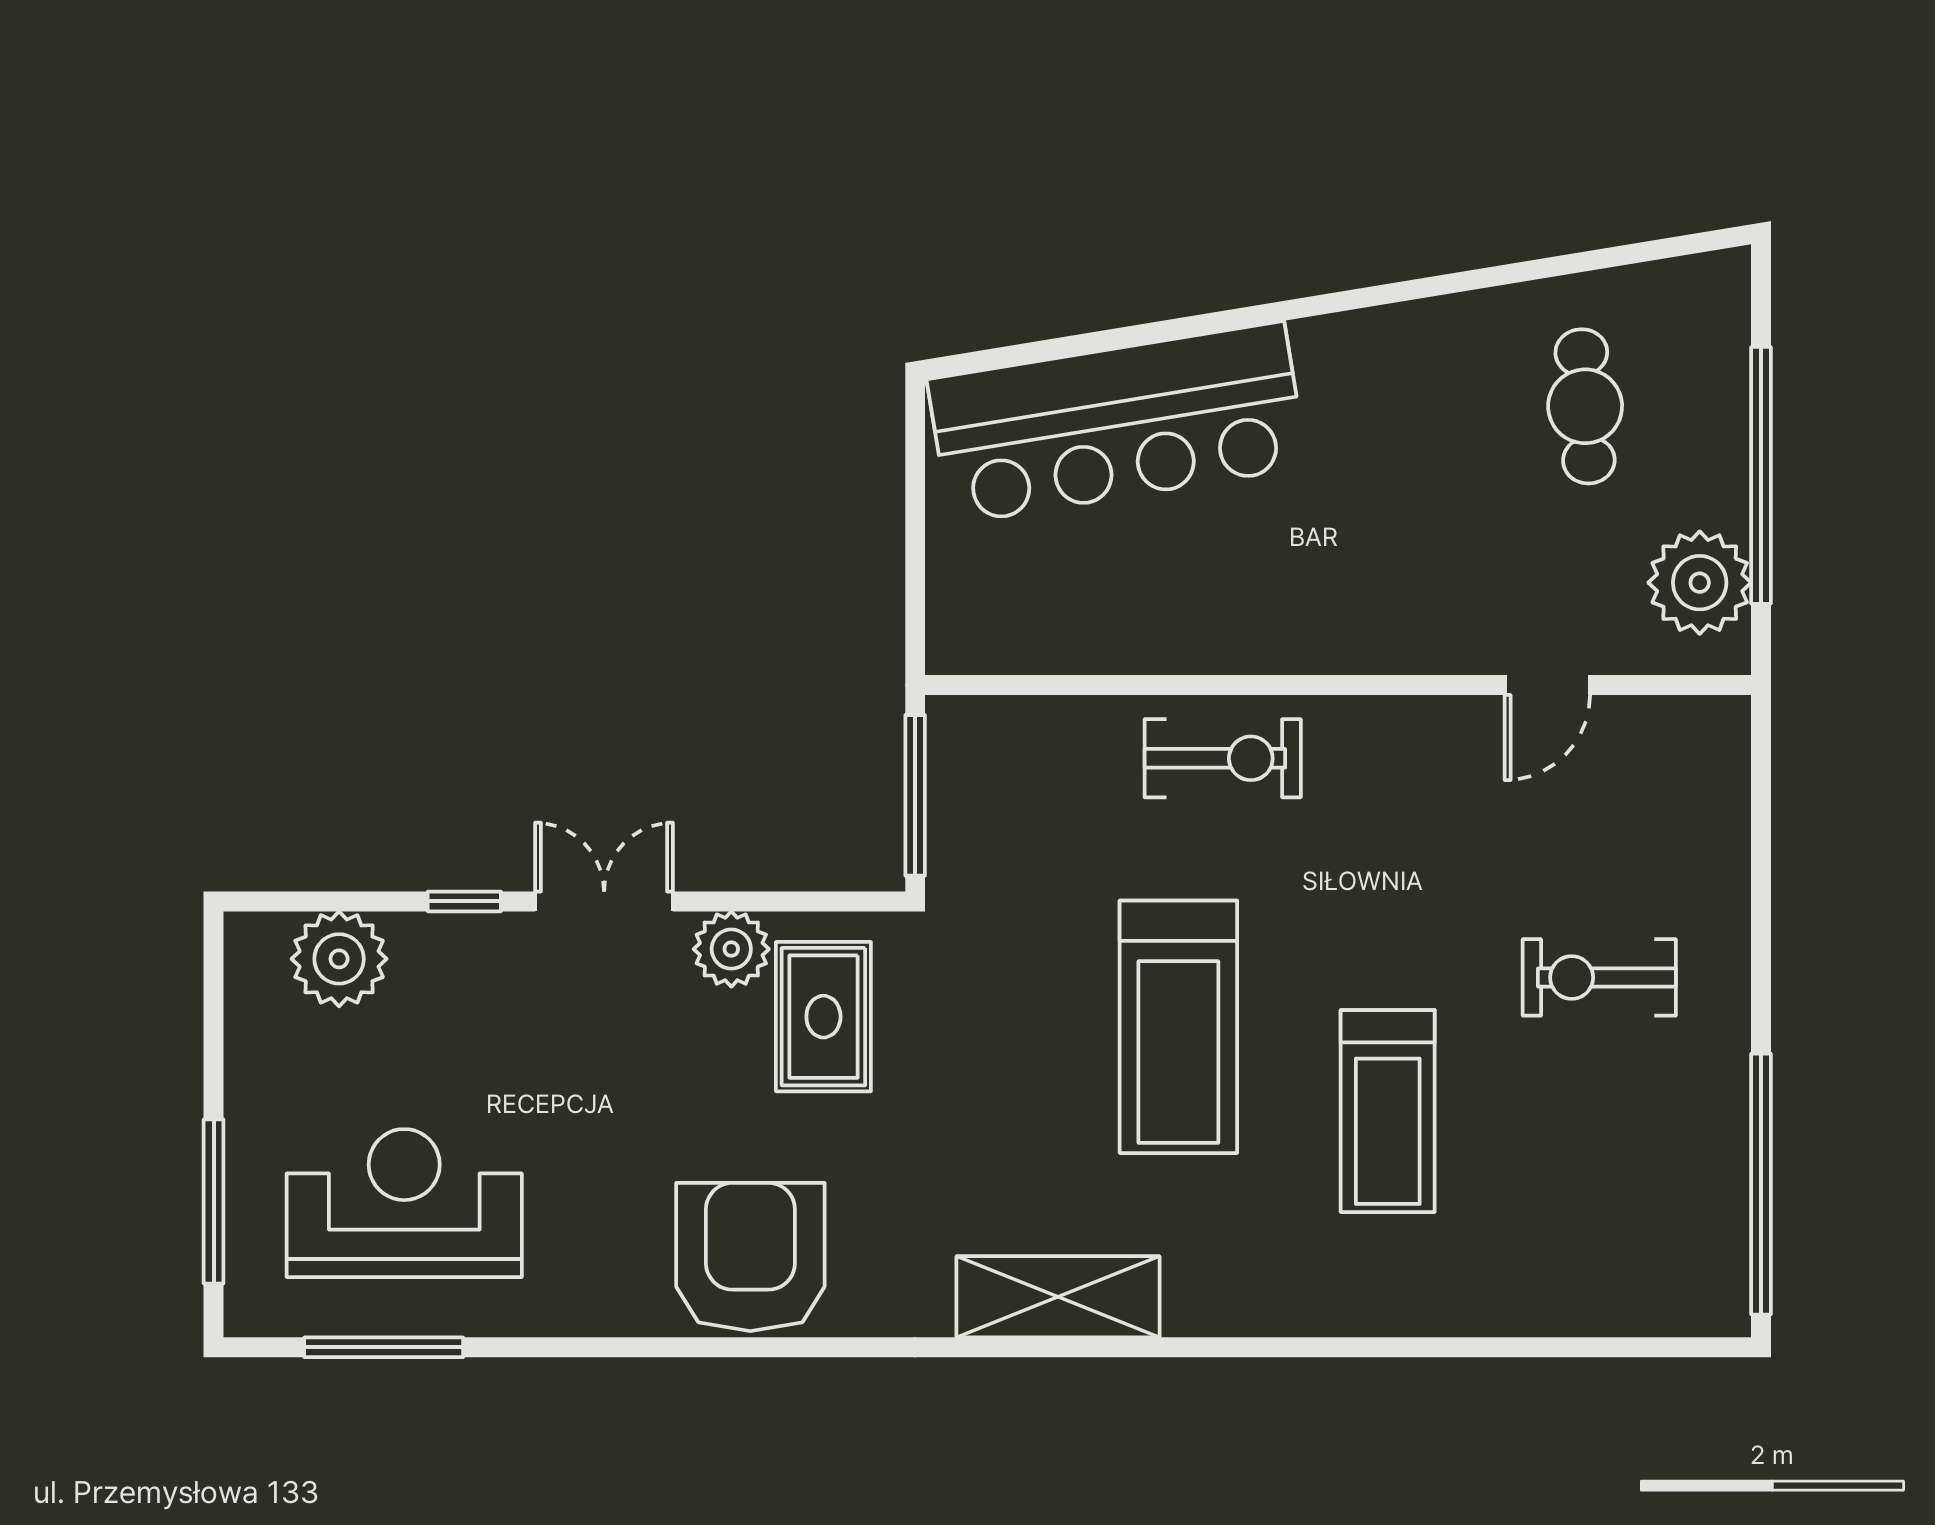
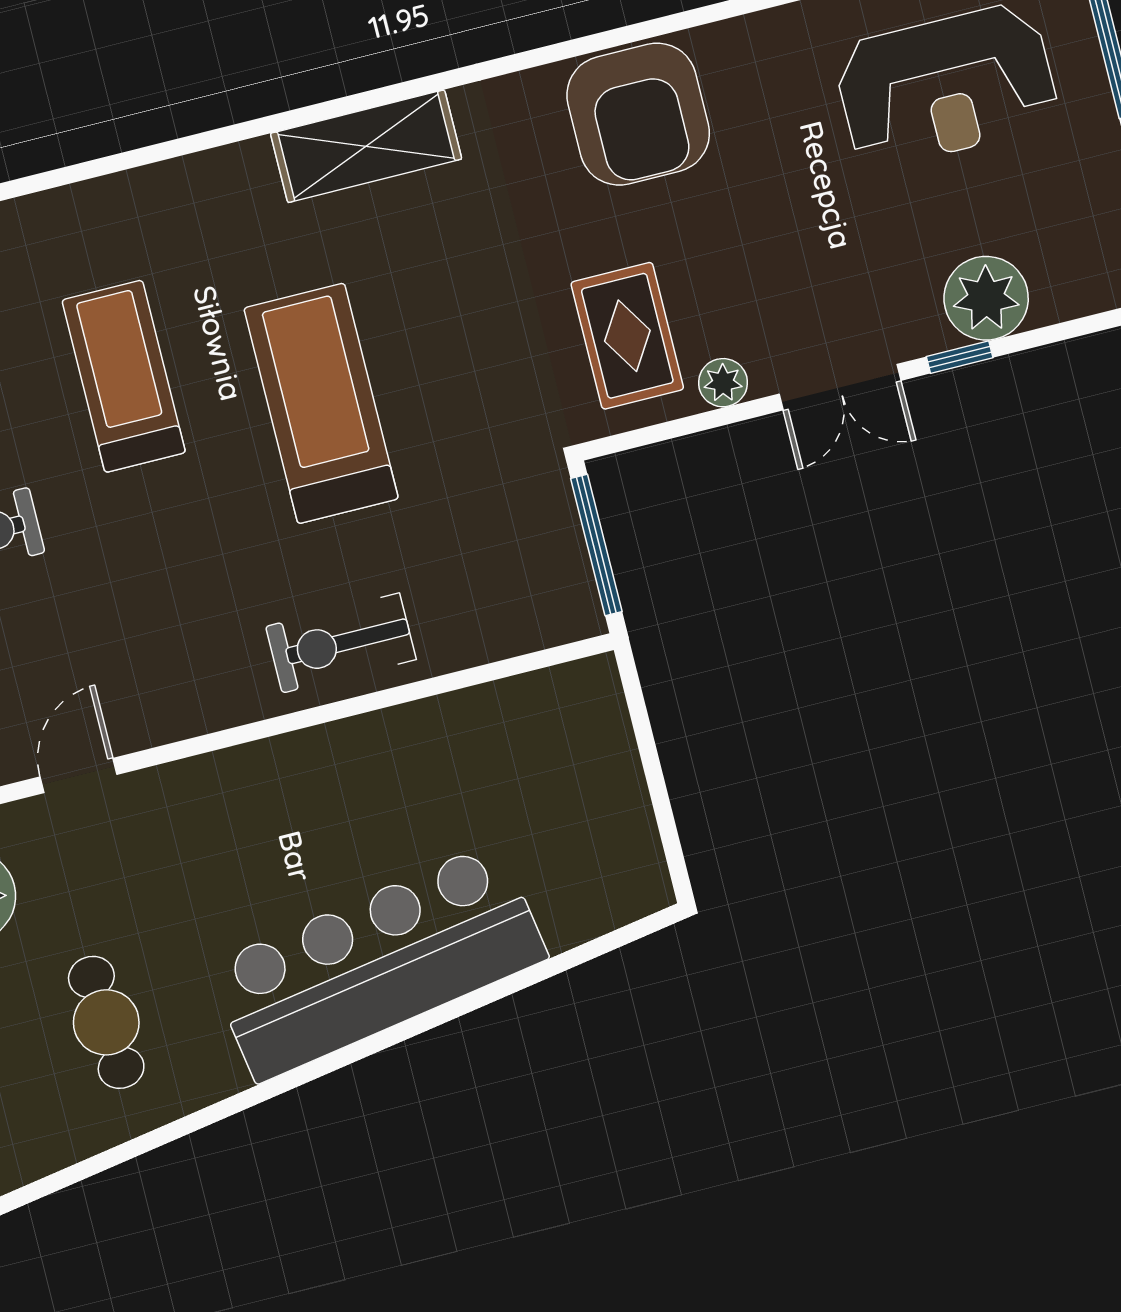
bar counter: (1117, 423) -> (377, 962), moved
plant: (731, 949) -> (723, 383), width x0.73, depth x0.73
plant: (339, 959) -> (986, 298), moved

